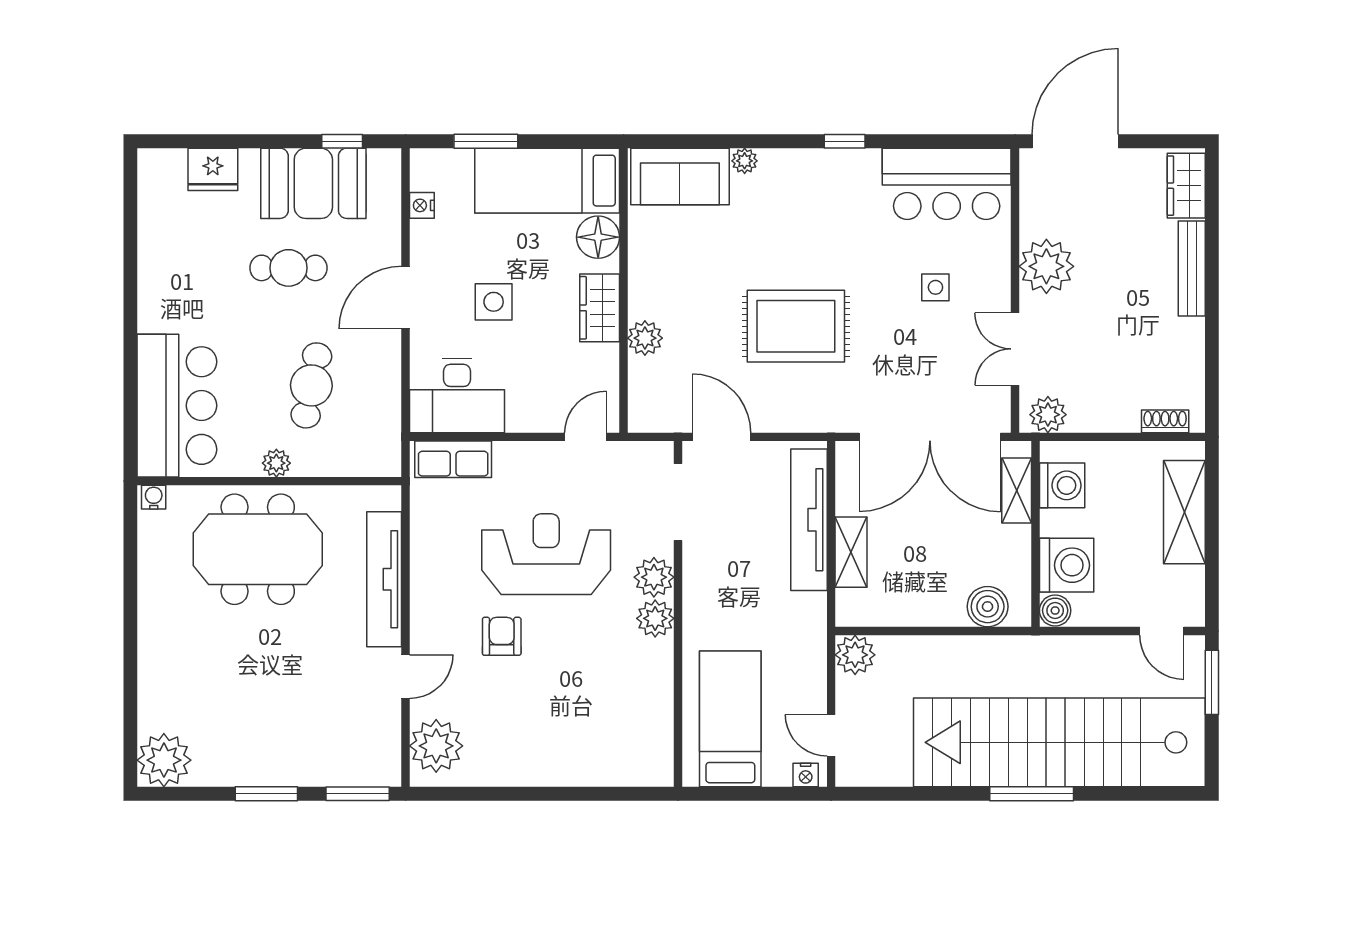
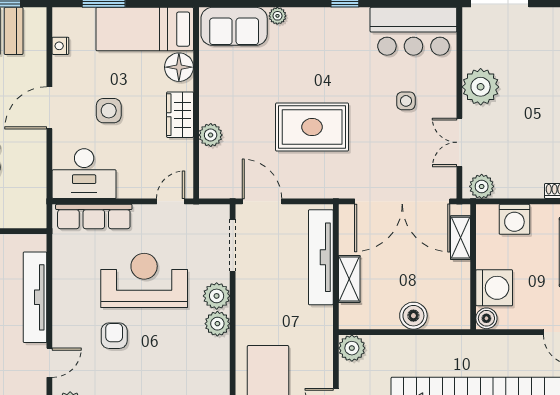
row of seats: (453, 459) -> (94, 217), width x1.48
washing machine: (1062, 485) -> (514, 219), moved, turned 90
boiler: (988, 607) -> (413, 316), moved

